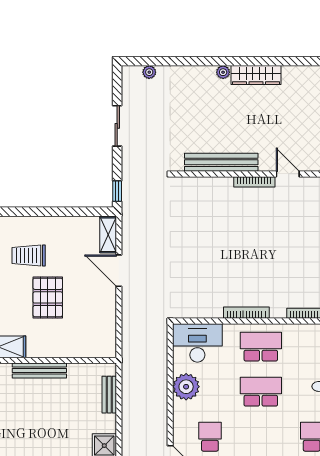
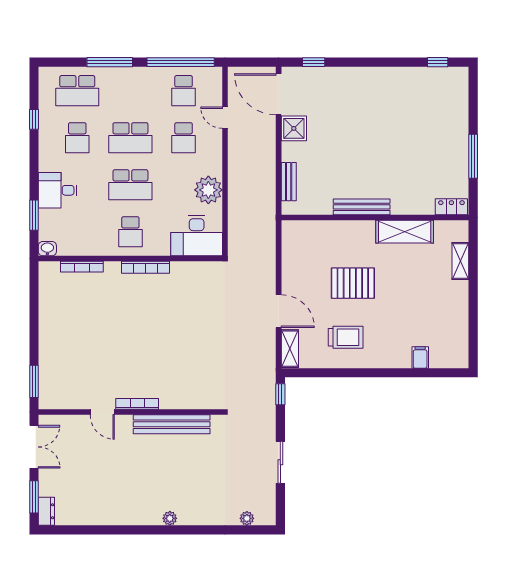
wardrobe: (256, 75) -> (135, 515), removed
trolley: (29, 256) -> (346, 337), moved
pallet: (48, 297) -> (353, 283), turned 90
school desk: (261, 347) -> (130, 232), width x0.54
school desk: (261, 437) -> (130, 138), added

